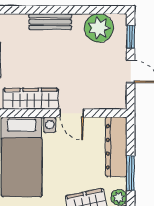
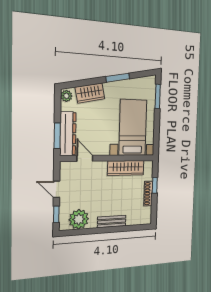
door: (72, 113) -> (85, 158), moved
window: (131, 173) -> (57, 136), moved

